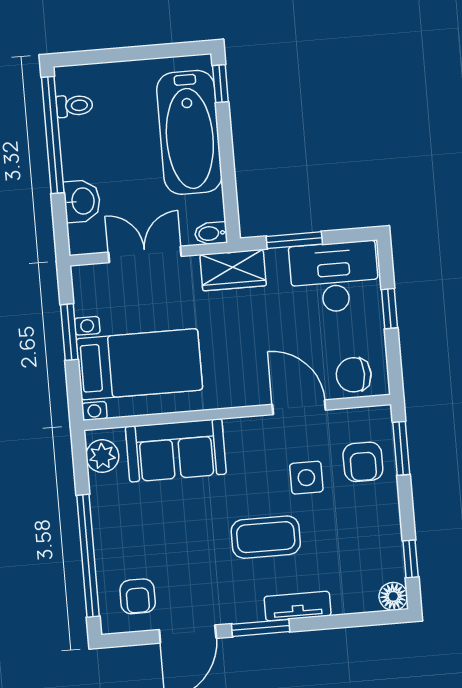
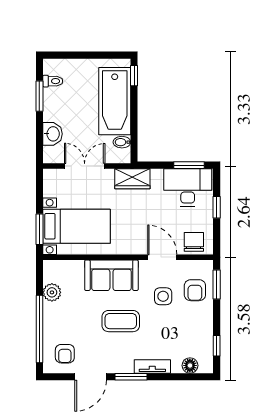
window: (53, 135) -> (39, 96), width x0.47
bidet: (211, 233) -> (122, 142), moved
window: (294, 240) -> (189, 165), moved
window: (69, 332) -> (39, 229), moved
chair: (354, 375) -> (194, 242), turned 90
sofa: (176, 450) -> (111, 275), moved
plant: (102, 456) -> (52, 292), moved
coffee table: (266, 537) -> (121, 321), moved
floor lamp: (393, 596) -> (190, 365), moved

